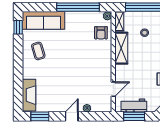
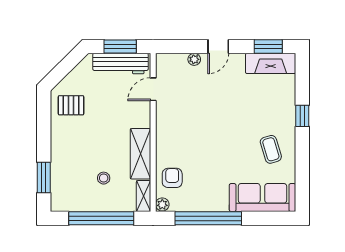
window: (18, 27) -> (302, 116), moved
fireplace: (29, 95) -> (271, 63), moved, turned -90
workbench: (134, 106) -> (121, 64), width x1.38

